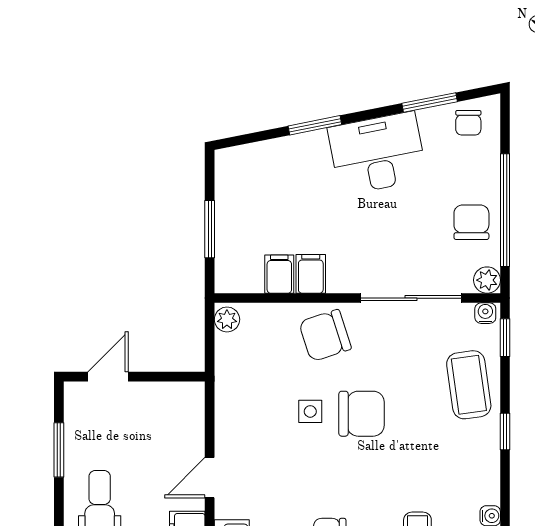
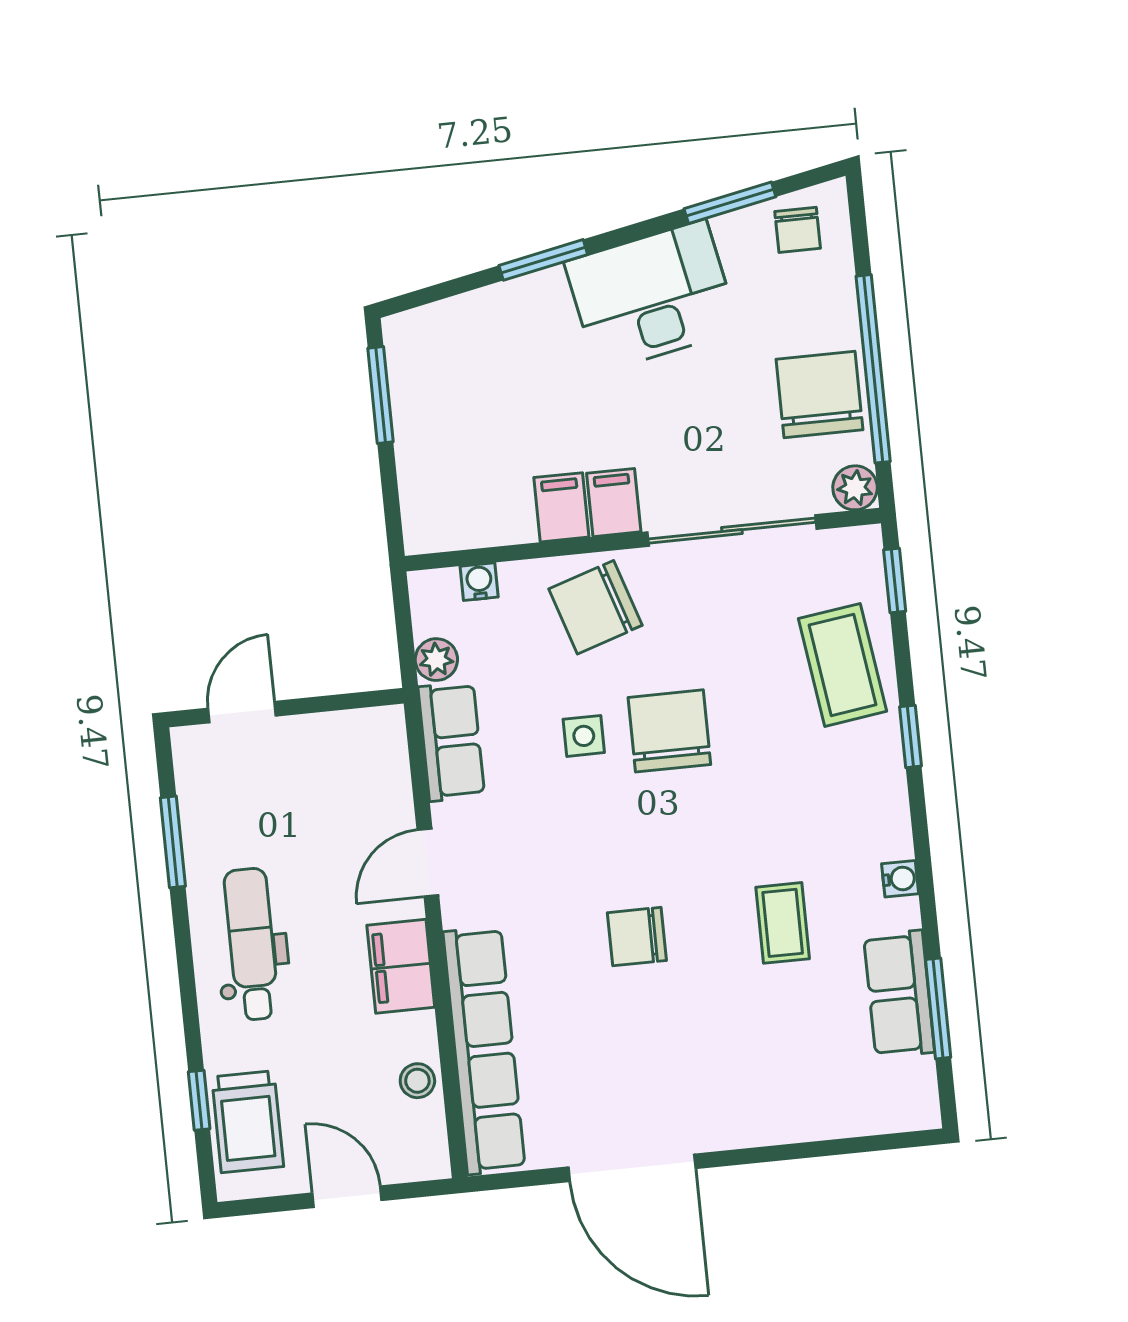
chair: (471, 222) -> (819, 394), width x1.37, depth x1.37
window: (210, 229) -> (380, 395), moved
filing cabinet: (279, 274) -> (614, 503), moved
water cooler: (485, 313) -> (479, 582), moved
plant: (227, 319) -> (436, 660), moved
row of seats: (231, 407) -> (451, 741), added
chair: (362, 414) -> (669, 731), turned -90

